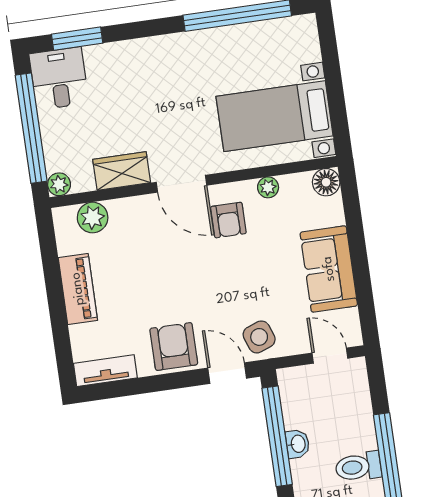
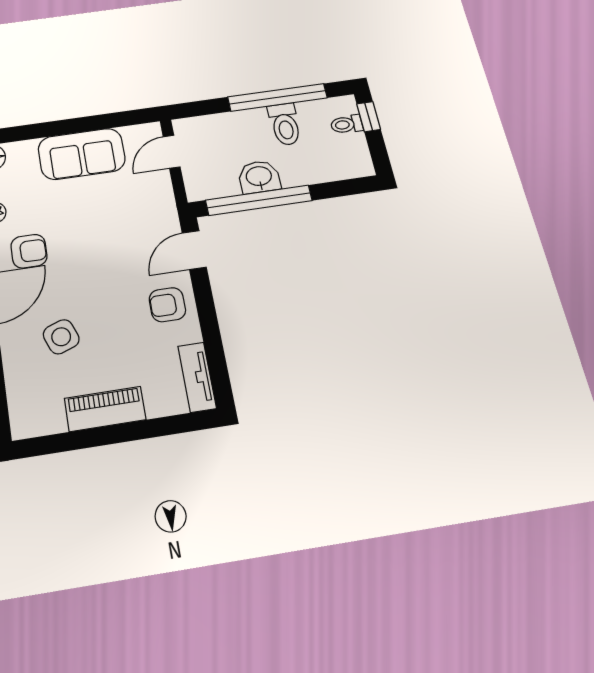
plant: (93, 217) -> (24, 394), removed
side table: (259, 337) -> (61, 337), moved
armchair: (174, 347) -> (167, 305), width x0.72, depth x0.72
washbasin: (298, 444) -> (259, 177), width x1.38, depth x1.45

